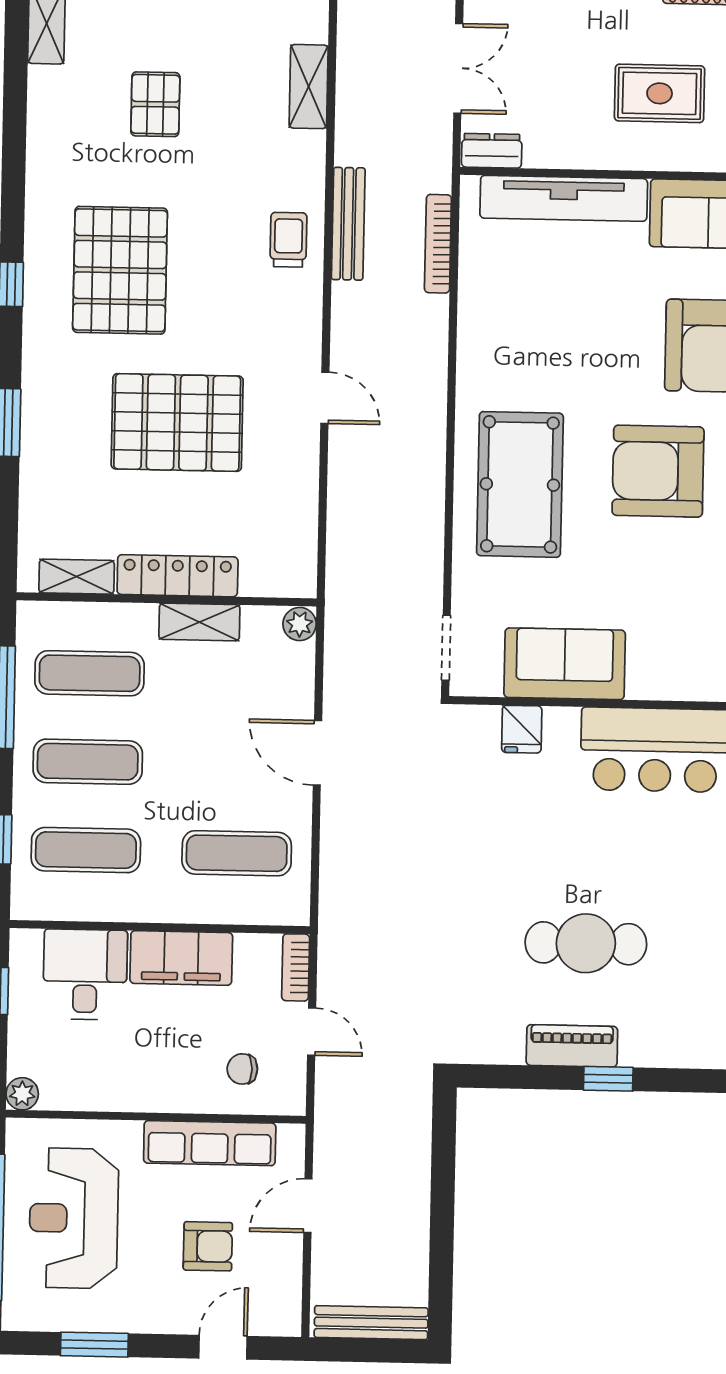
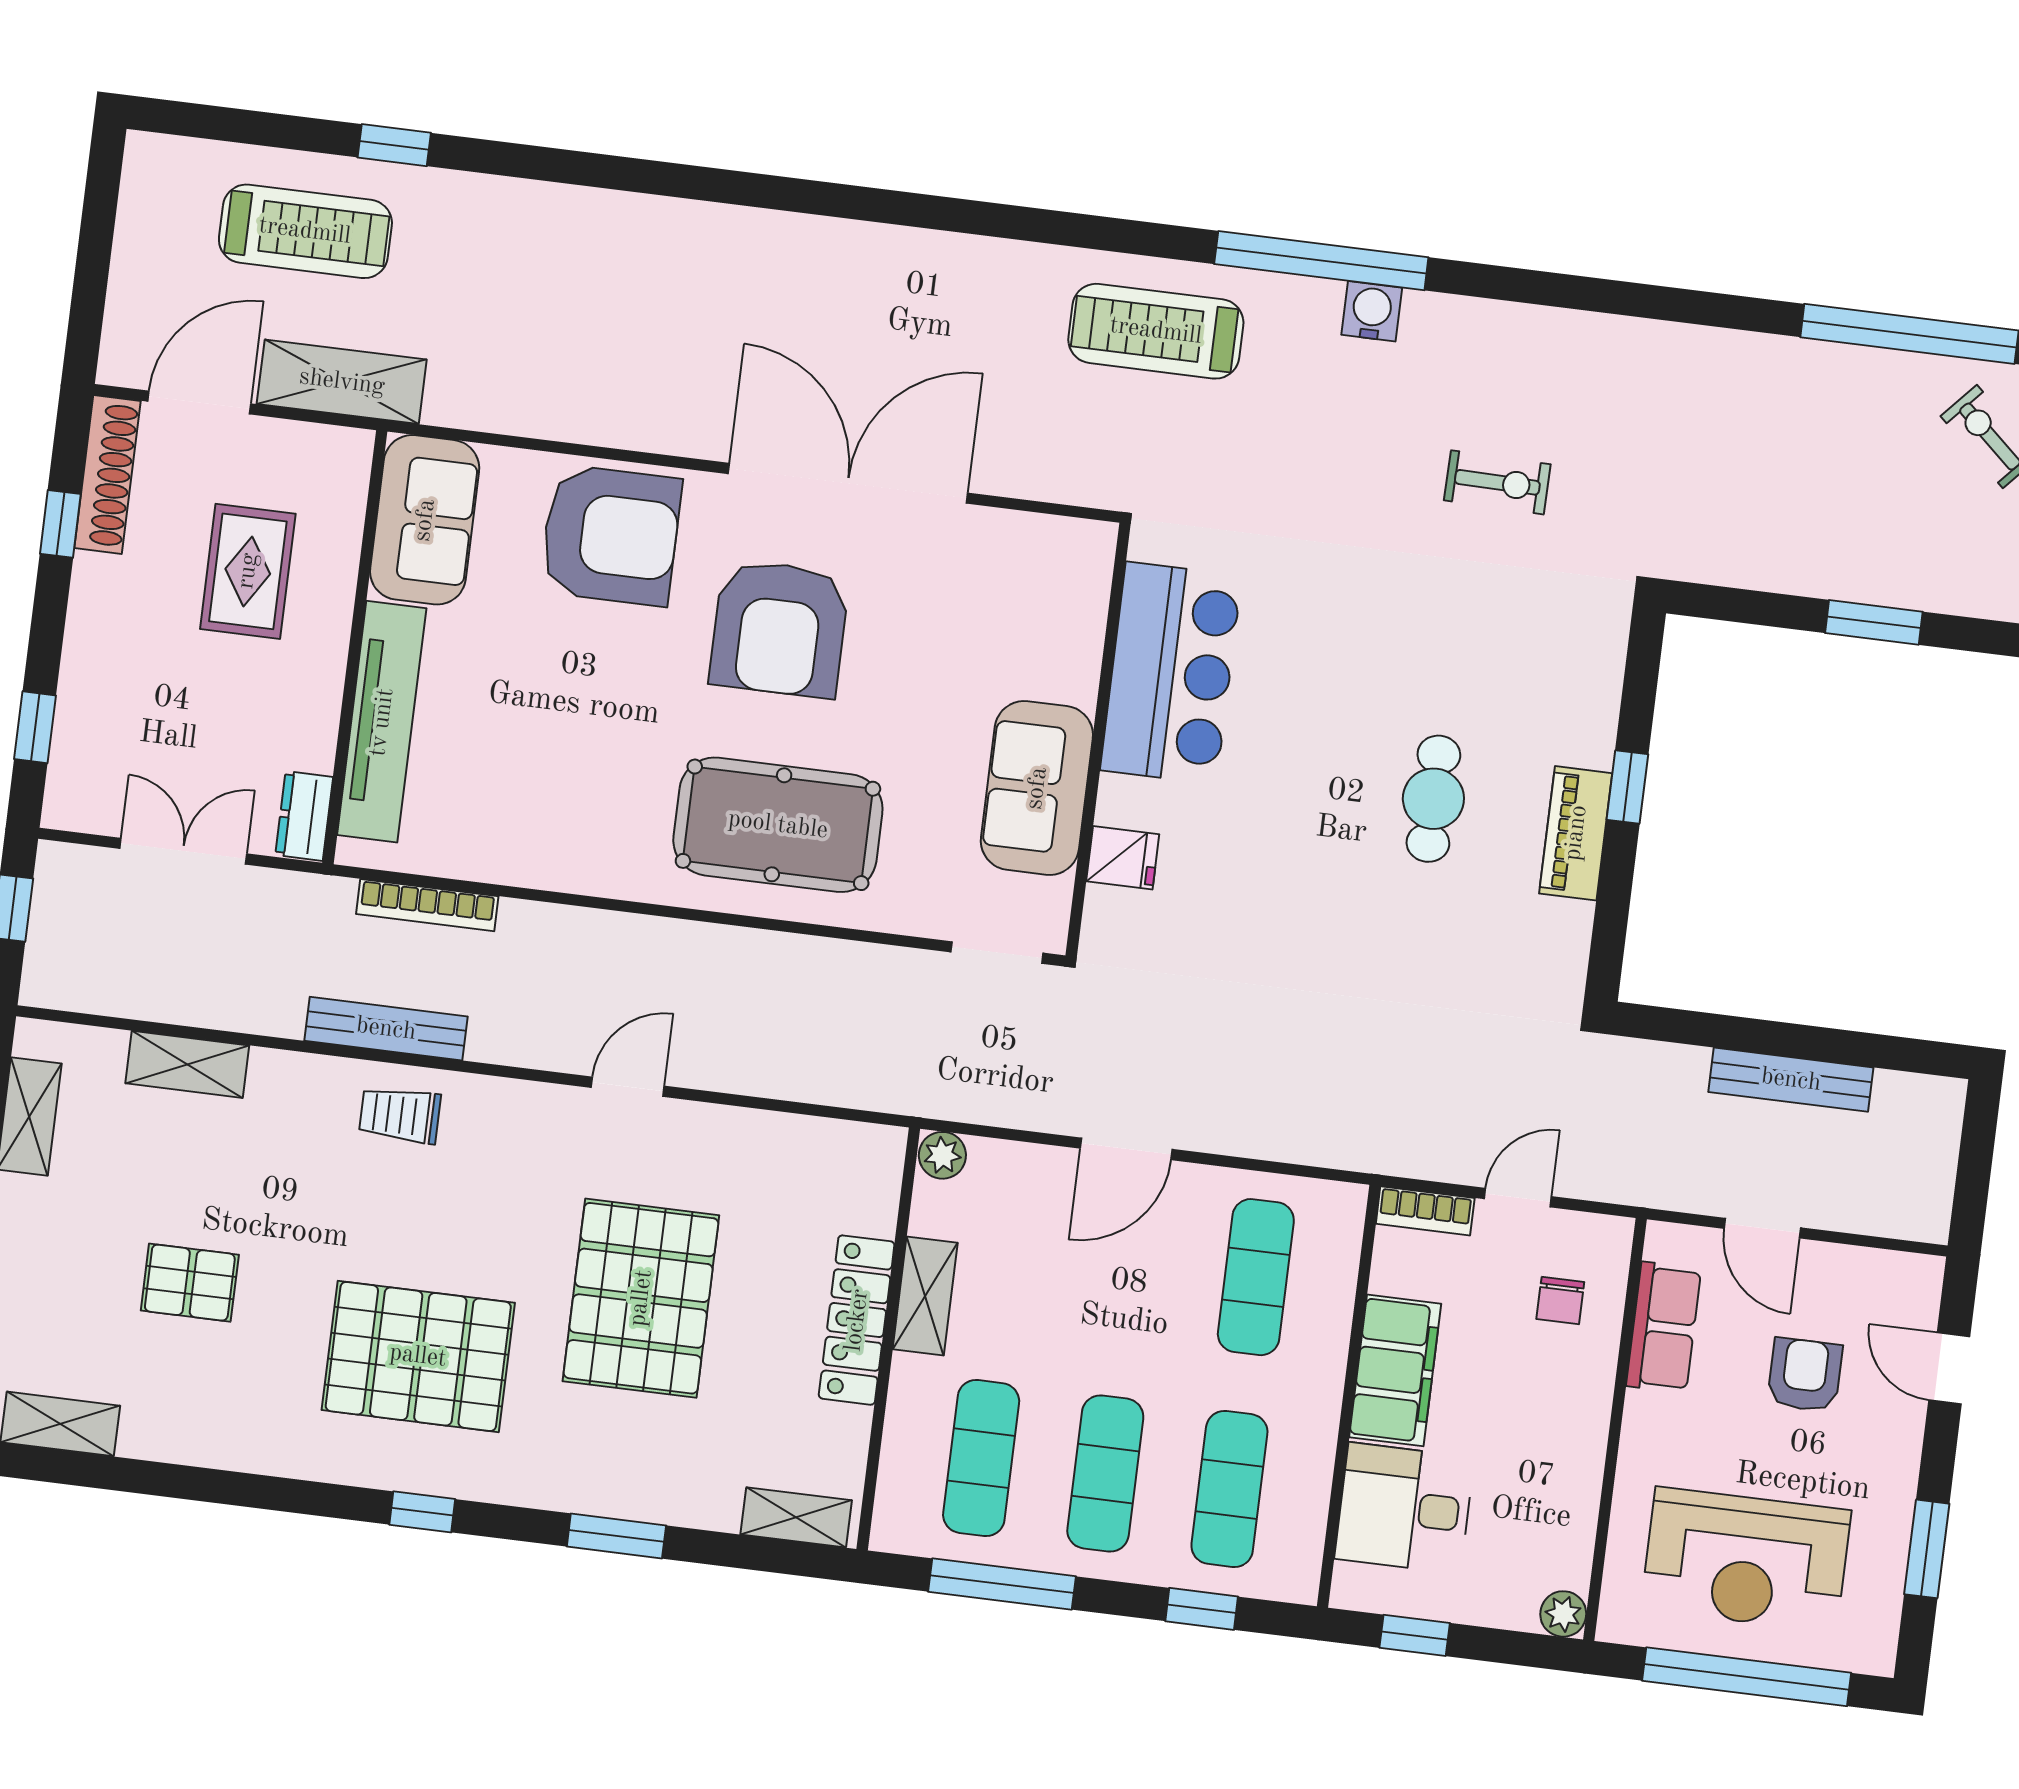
shelving: (77, 577) -> (796, 1517), moved, turned 90
cafe table: (586, 943) -> (1433, 799), width x0.73, depth x0.74
row of seats: (210, 1143) -> (1664, 1327), width x0.68
bench: (371, 1323) -> (1791, 1080), moved, turned 90

